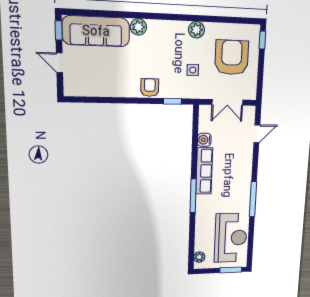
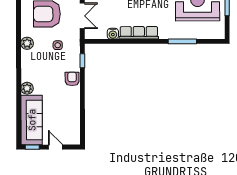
door: (60, 63) -> (55, 147), swing flipped
armchair: (150, 88) -> (72, 79), turned 90
window: (193, 196) -> (182, 41), moved
plant: (199, 257) -> (214, 34), removed

